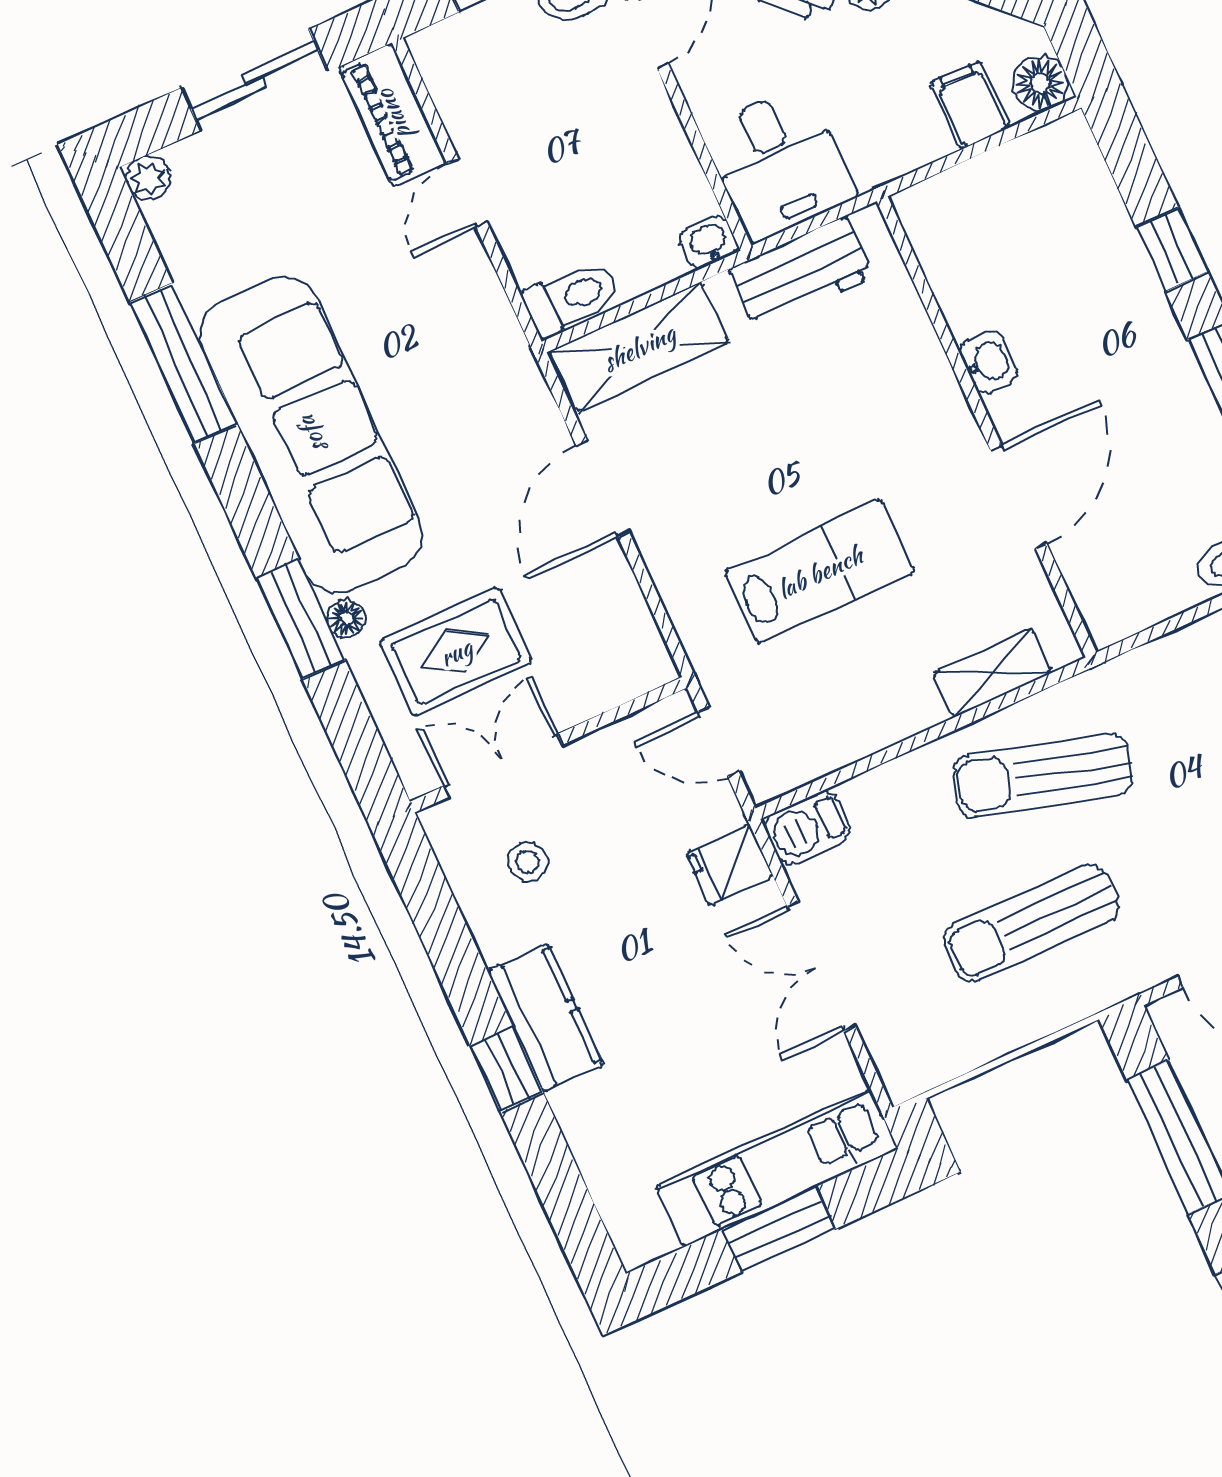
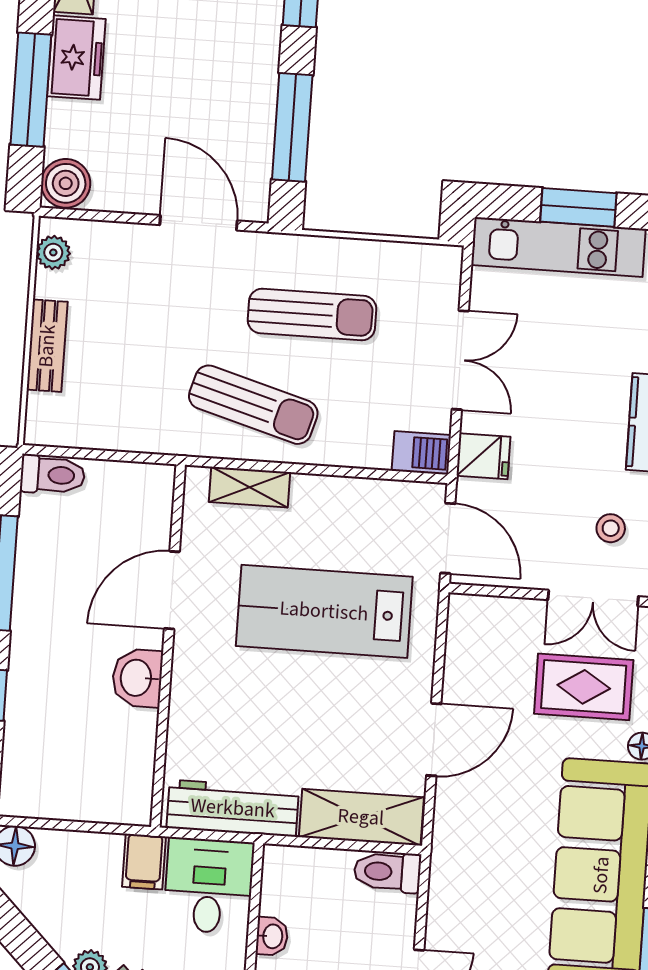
filing cabinet: (970, 105) -> (144, 862), moved
washbasin: (709, 242) -> (272, 936), moved, turned -90
workbench: (801, 273) -> (233, 808), width x1.38
washbasin: (989, 362) -> (137, 678), width x1.38, depth x1.45
lab bench: (820, 572) -> (324, 611), width x1.36, depth x1.39
door: (719, 742) -> (448, 538), width x1.38

